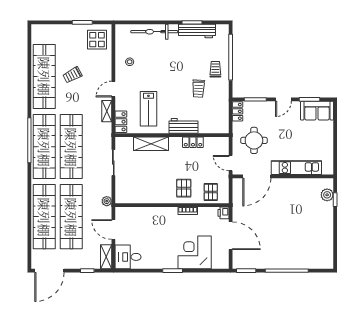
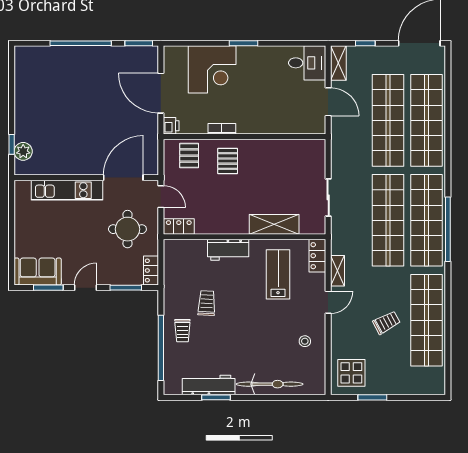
locker: (193, 142) -> (179, 226), moved
plant: (107, 201) -> (338, 142), removed

